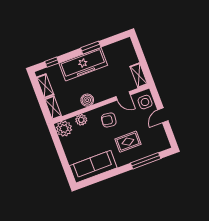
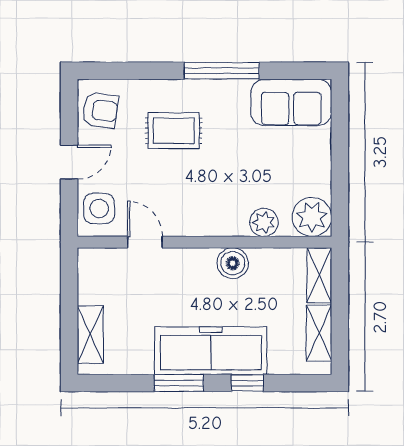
window: (52, 62) -> (247, 383), moved
shelving: (139, 75) -> (90, 335), moved
armchair: (109, 120) -> (100, 110), moved
window: (146, 161) -> (222, 71), moved
sofa: (93, 167) -> (291, 102), width x0.73

